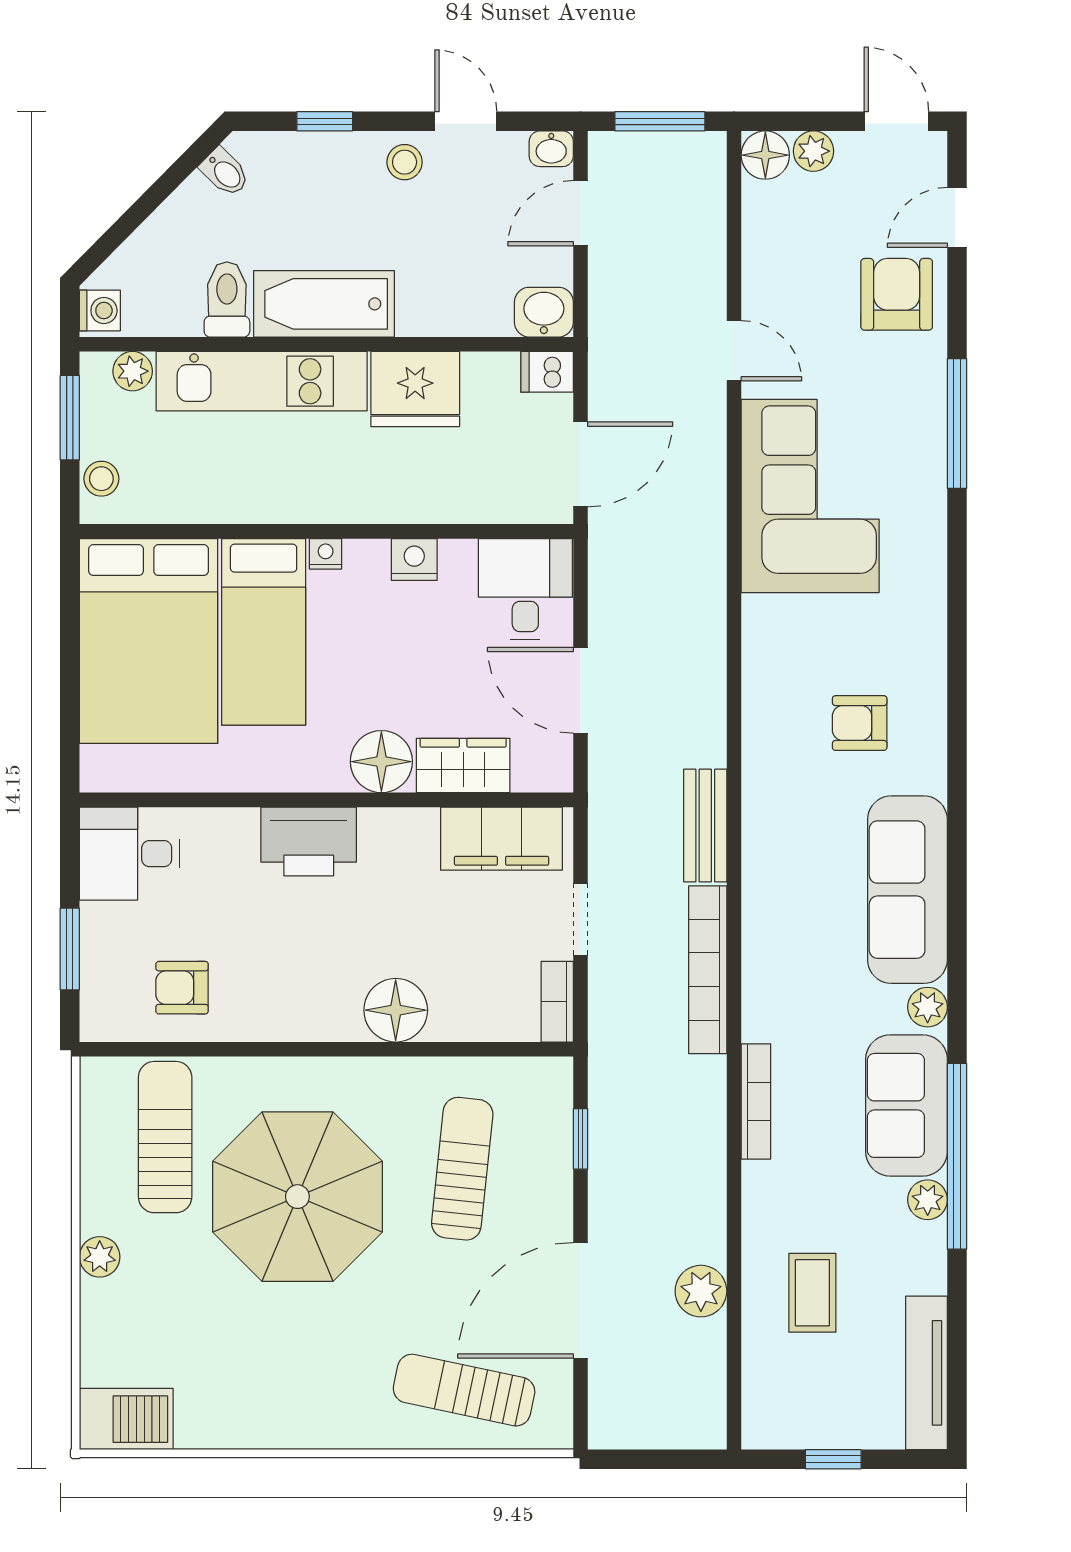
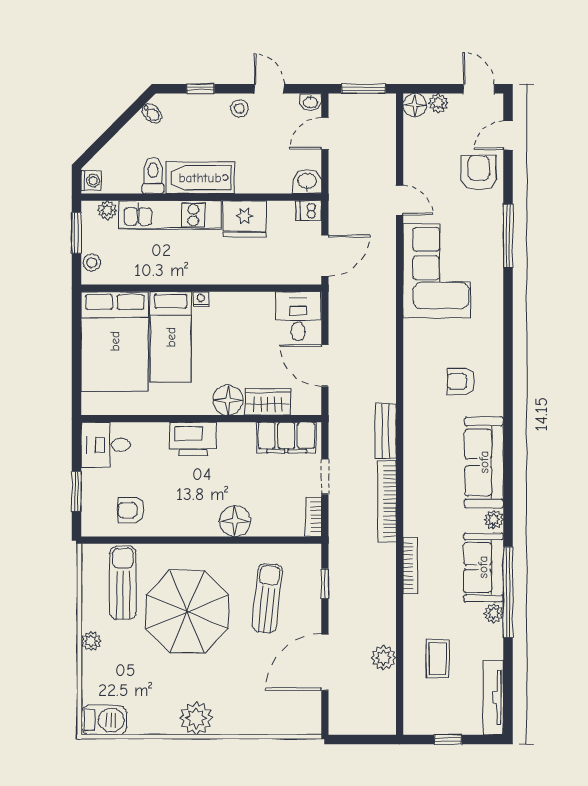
nightstand: (414, 559) -> (244, 302), removed
sun lounger: (464, 1390) -> (268, 706), removed
plant: (316, 1415) -> (196, 718), added

